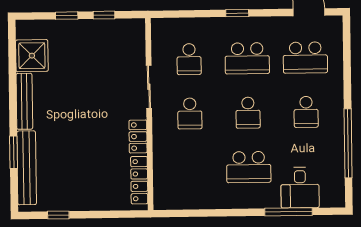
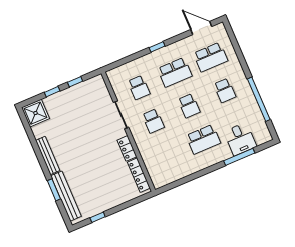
shower: (32, 56) -> (36, 113), moved

